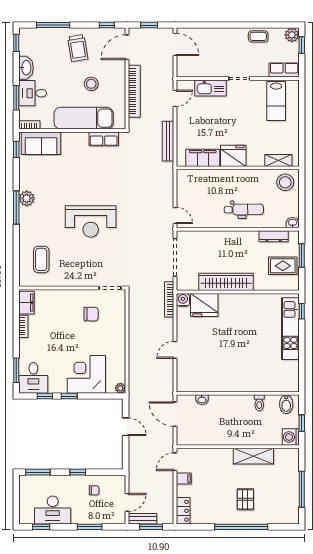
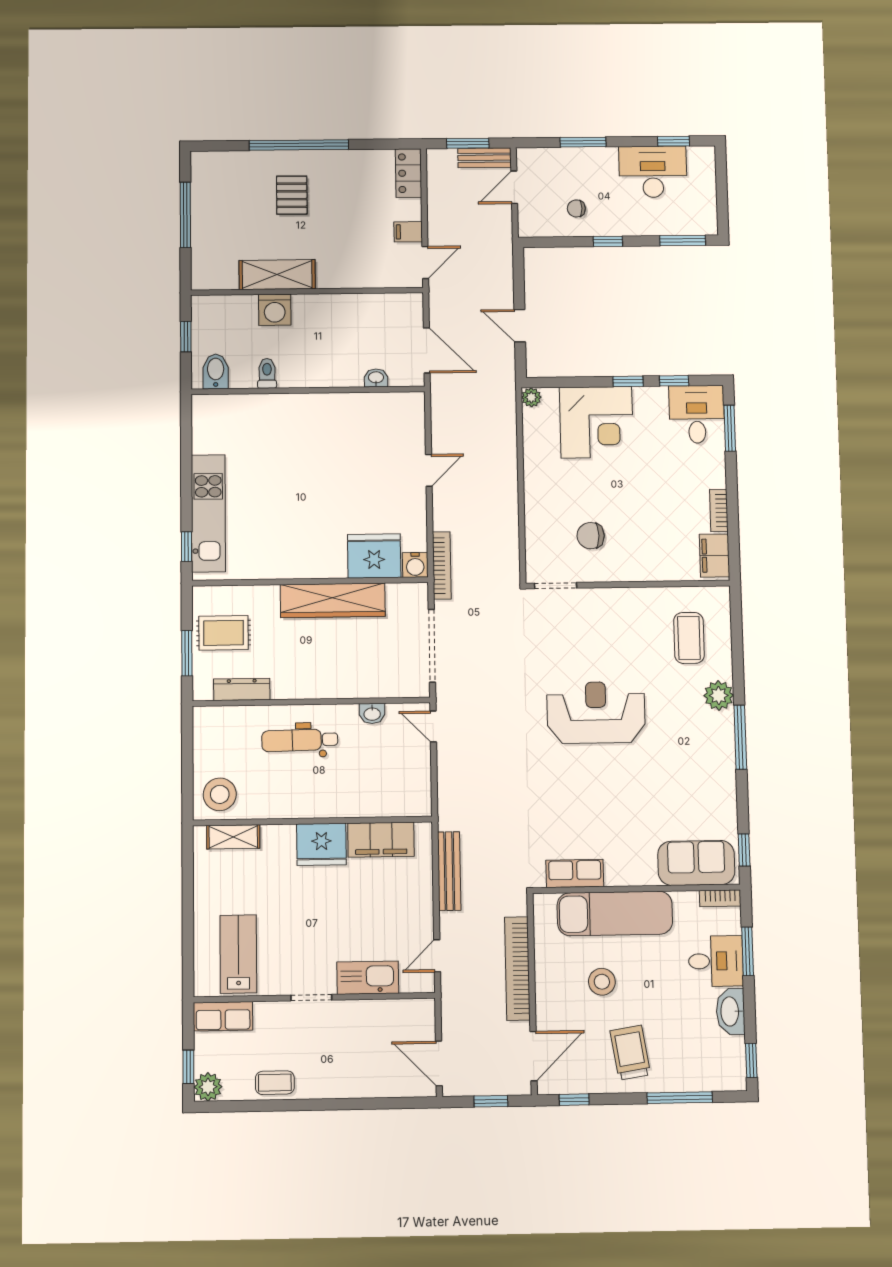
plant: (27, 198) -> (719, 695), moved
washbasin: (293, 223) -> (372, 714), moved
washing machine: (291, 437) -> (275, 310), moved, turned 90

